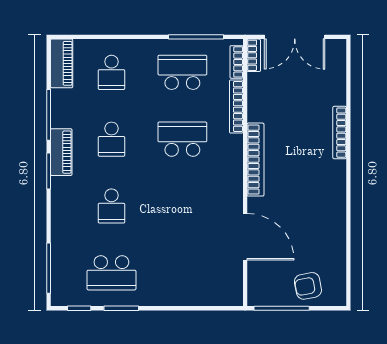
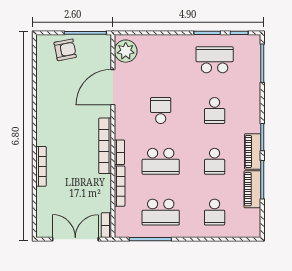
bookcase: (237, 62) -> (119, 152), moved
piano: (62, 63) -> (252, 189), moved
school desk: (111, 72) -> (215, 212), turned 180
school desk: (111, 139) -> (215, 161), turned 180
school desk: (111, 206) -> (215, 111), turned 180
school desk: (182, 206) -> (161, 111), added
door: (245, 237) -> (113, 87), hinge flipped
plant: (228, 284) -> (126, 51), added

